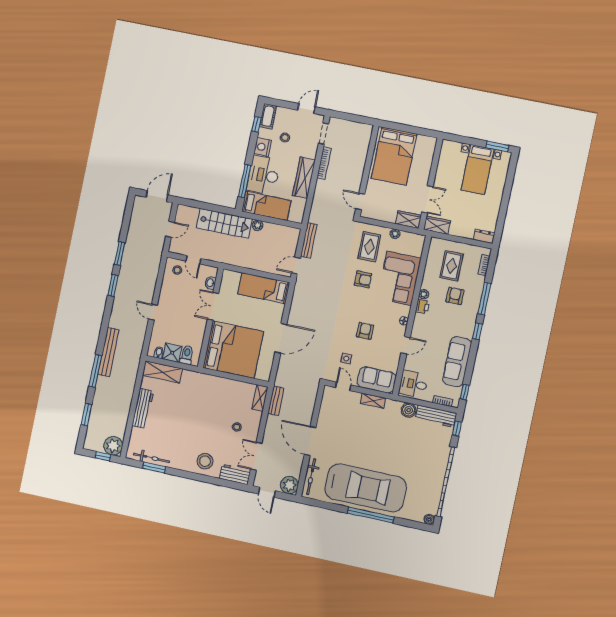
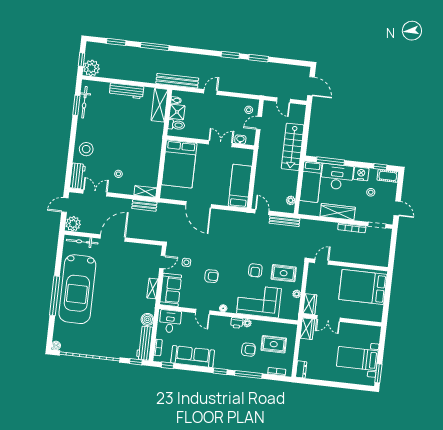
plant: (257, 225) -> (291, 200), moved
bed: (233, 350) -> (179, 164), width x0.73
bench: (108, 352) -> (177, 81), moved

